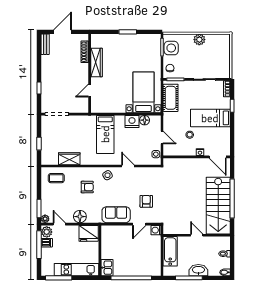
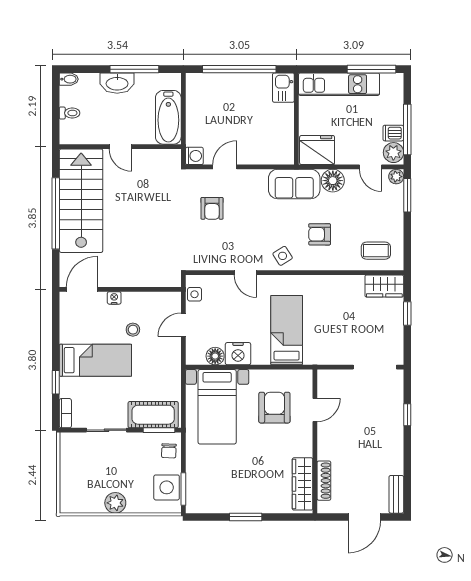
wardrobe: (97, 62) -> (303, 484), moved
armchair: (112, 92) -> (274, 408), added
cot: (171, 98) -> (153, 415), moved, turned 90
door: (162, 137) -> (183, 325), hinge flipped
door: (218, 157) -> (82, 289), hinge flipped
wardrobe: (69, 159) -> (384, 286), moved
sofa: (116, 215) -> (294, 184), moved

